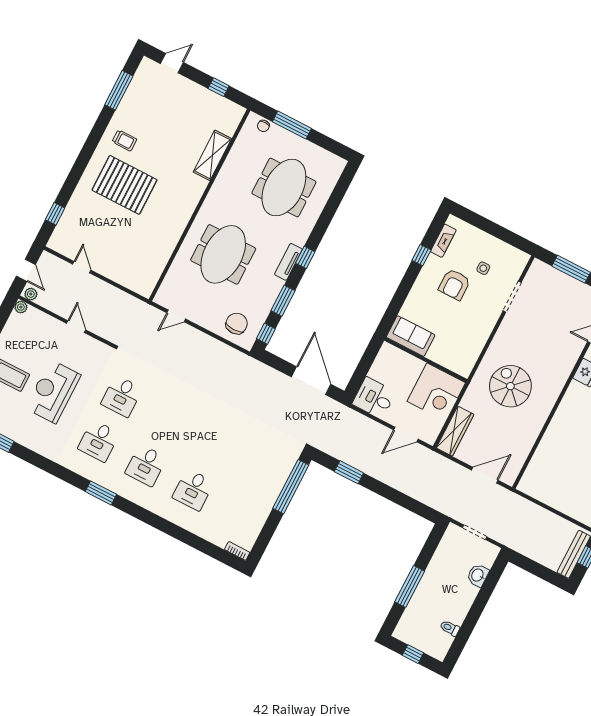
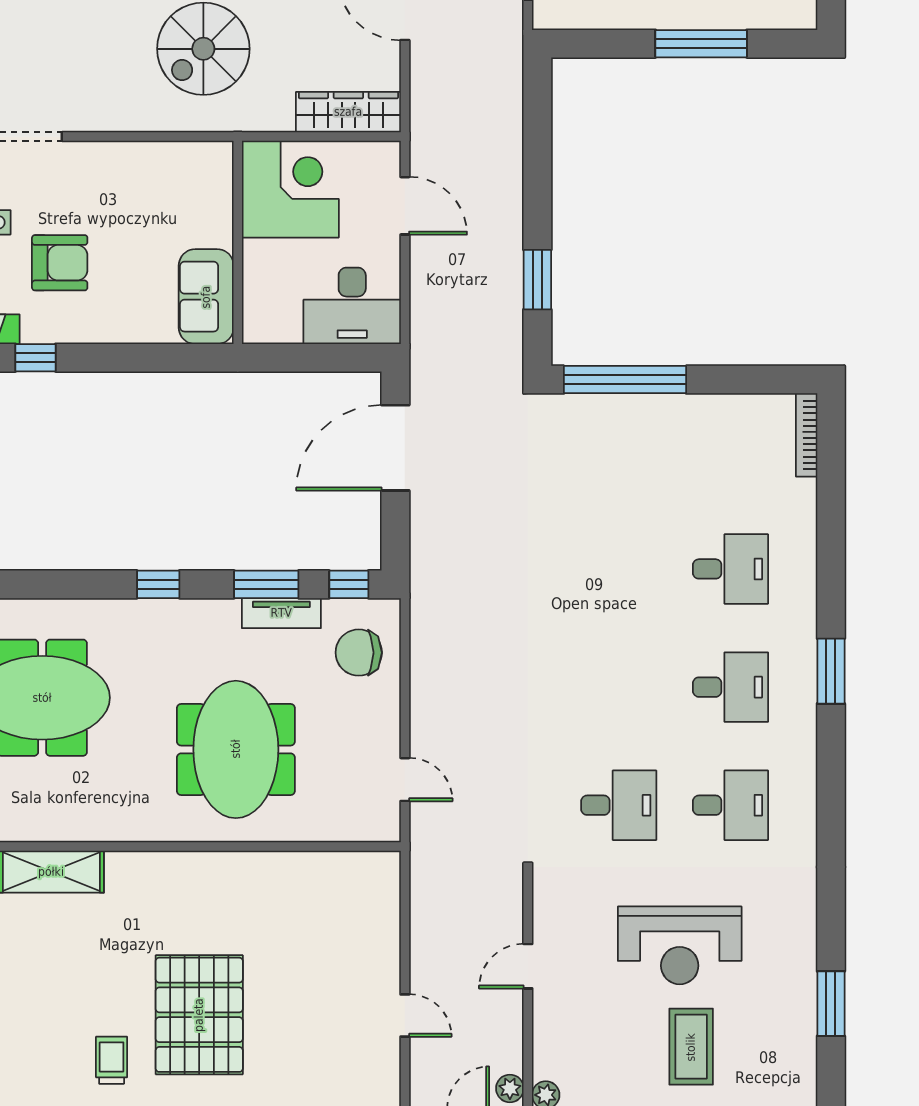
meeting table: (223, 254) -> (236, 749), turned 90
tv unit: (288, 262) -> (281, 613), moved
door: (82, 267) -> (405, 1015), swing flipped
desk: (374, 398) -> (352, 306), width x1.37
window: (101, 493) -> (831, 671), moved
bookcase: (237, 551) -> (807, 435), width x1.56

